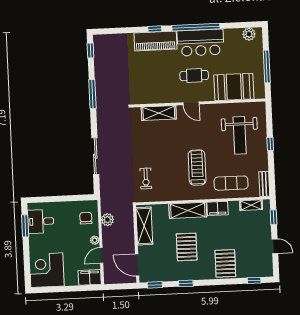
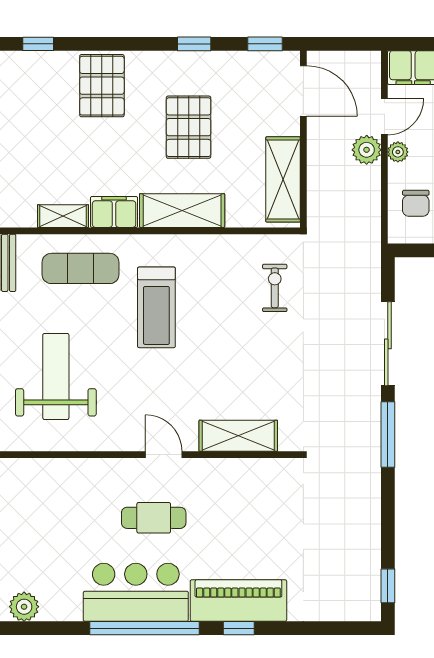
booth: (234, 87) -> (64, 488), removed
window: (92, 94) -> (388, 435), moved
shelving: (251, 205) -> (63, 216), moved
plant: (107, 220) -> (367, 150), moved

